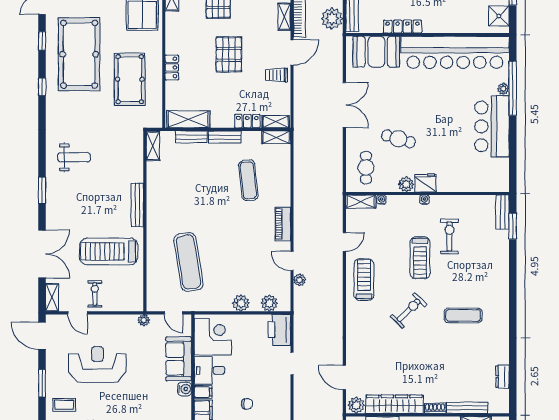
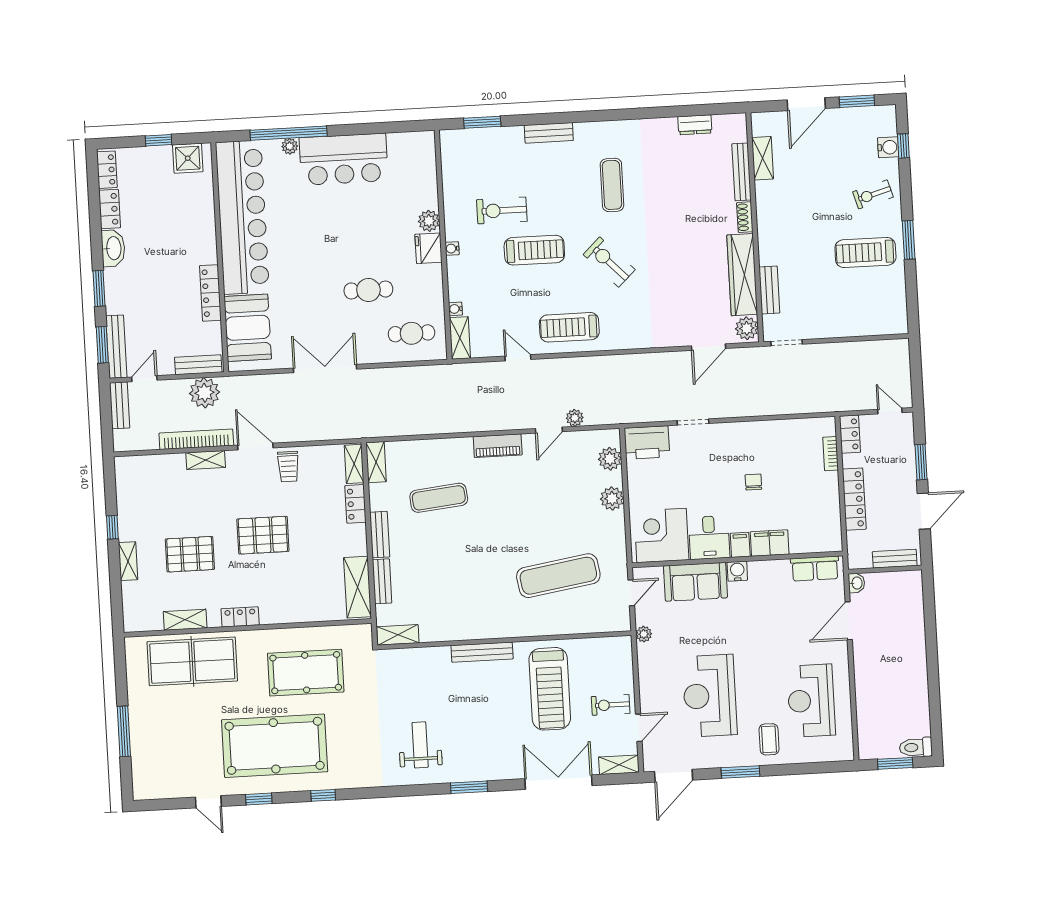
locker: (172, 67) -> (240, 617), moved
cafe table: (398, 139) -> (368, 290), turned 74
plant: (406, 184) -> (429, 221), moved
bench: (503, 212) -> (549, 133), moved

